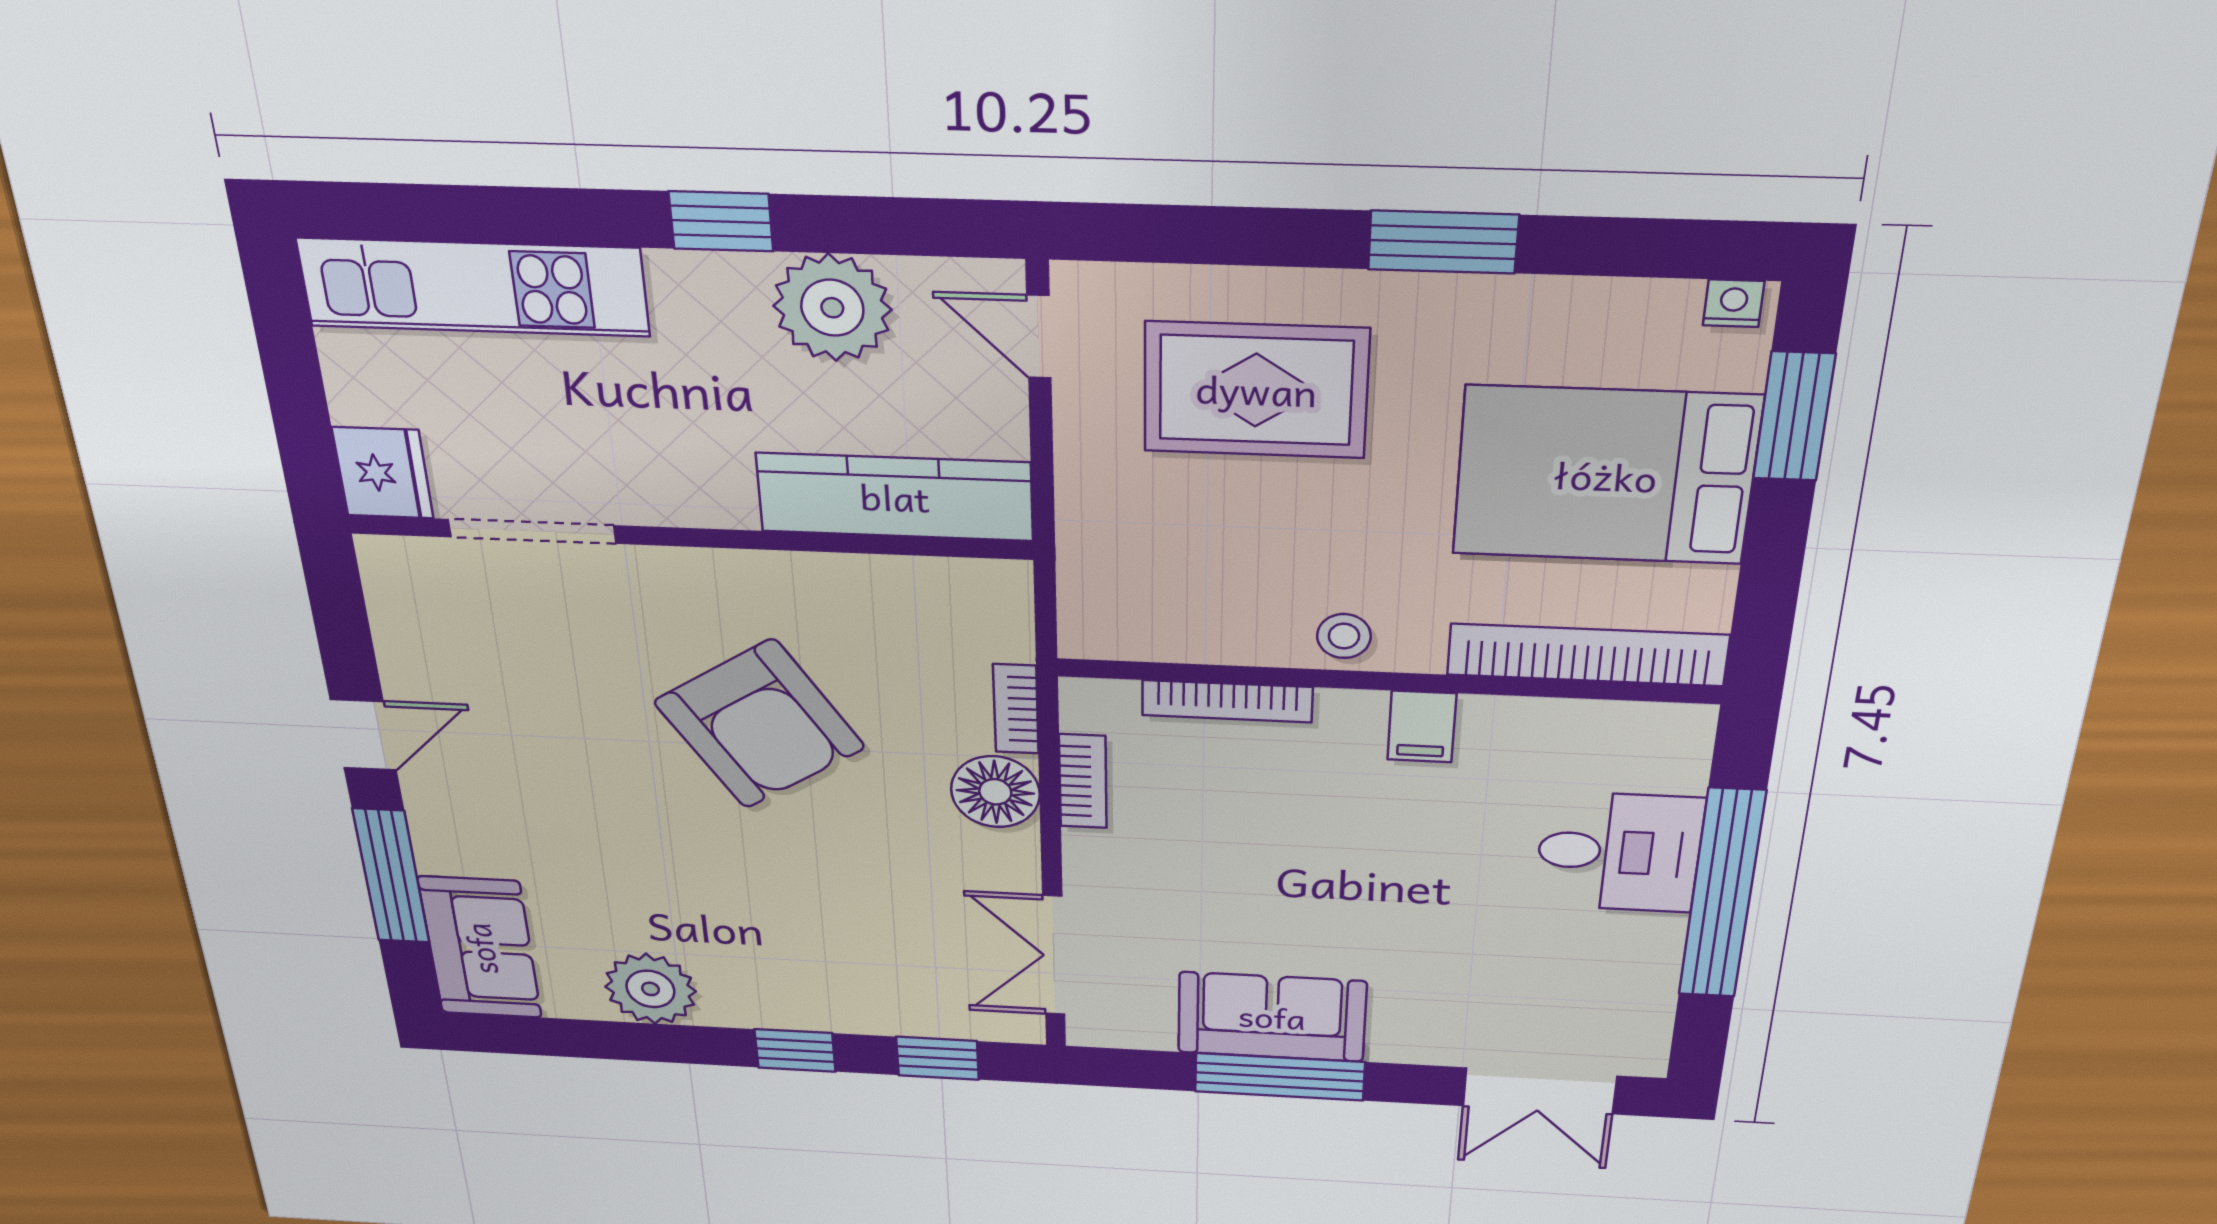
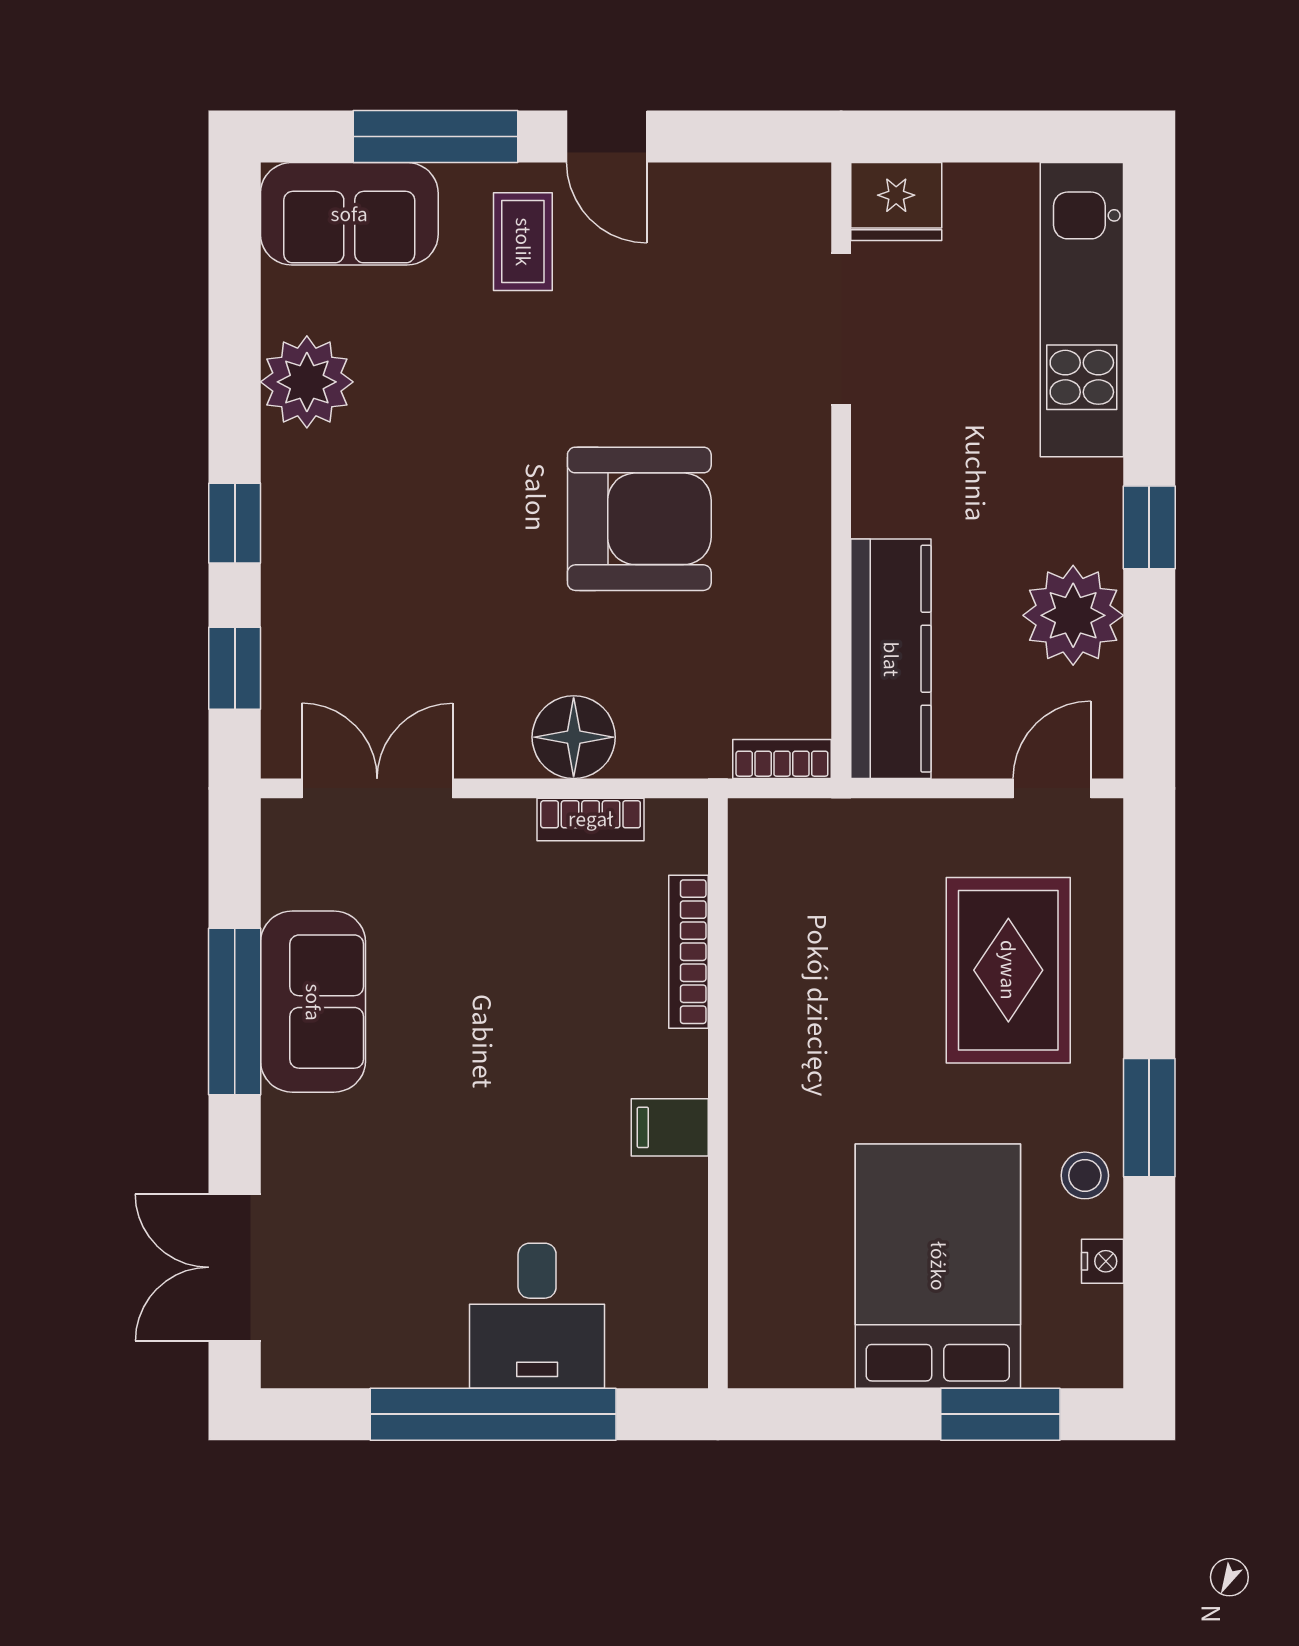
nightstand: (1734, 303) -> (1102, 1261), moved
stool: (1344, 636) -> (1085, 1175), moved
bookcase: (1587, 655) -> (755, 1268), removed
bookcase: (1016, 709) -> (782, 759), moved
armchair: (759, 724) -> (639, 519), turned -147
coffee table: (484, 810) -> (523, 242), added

